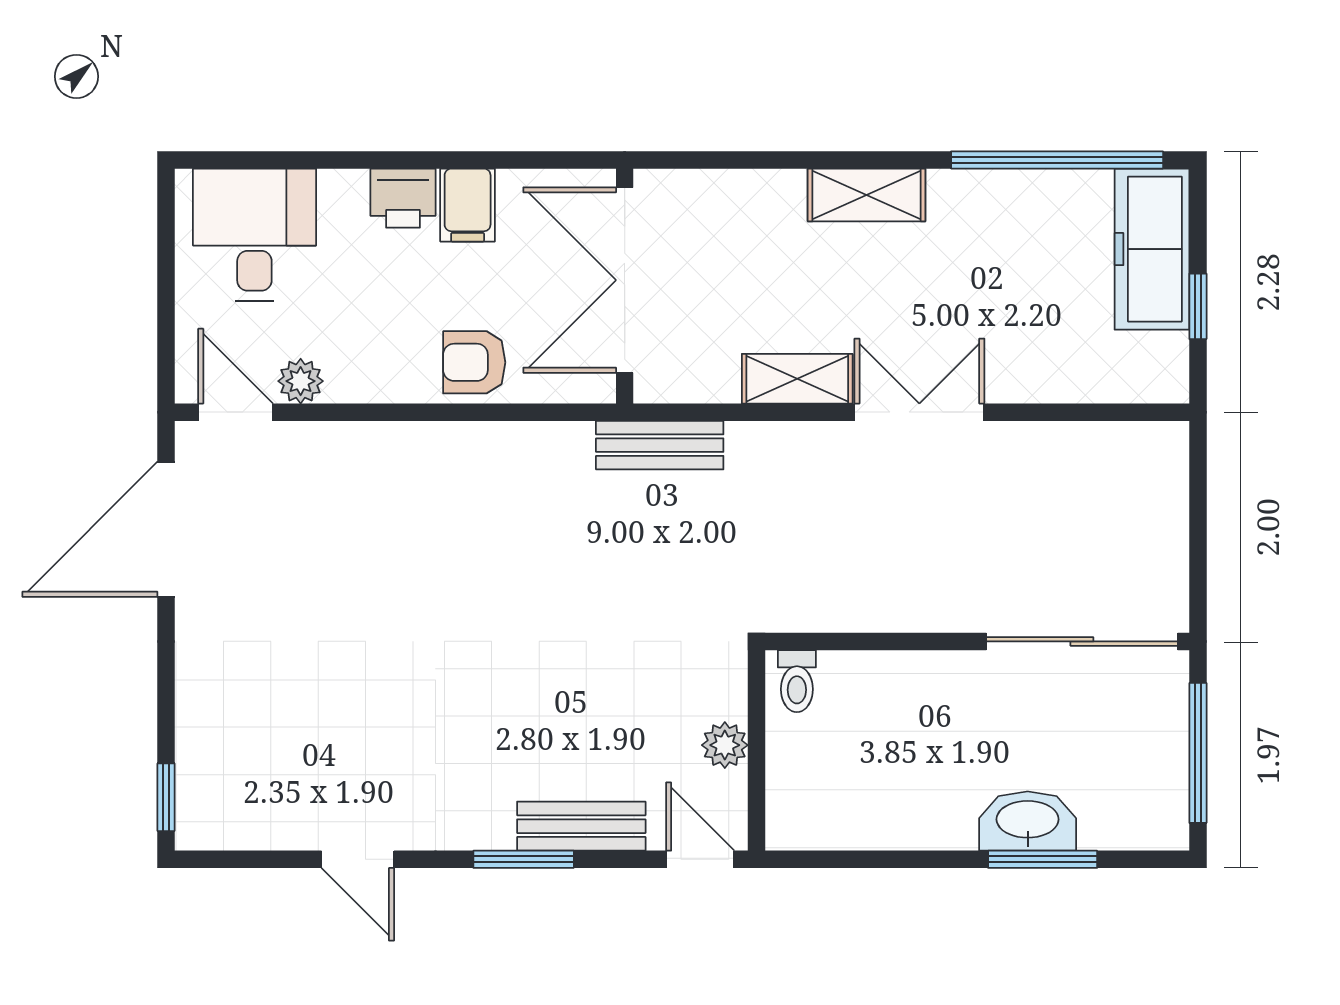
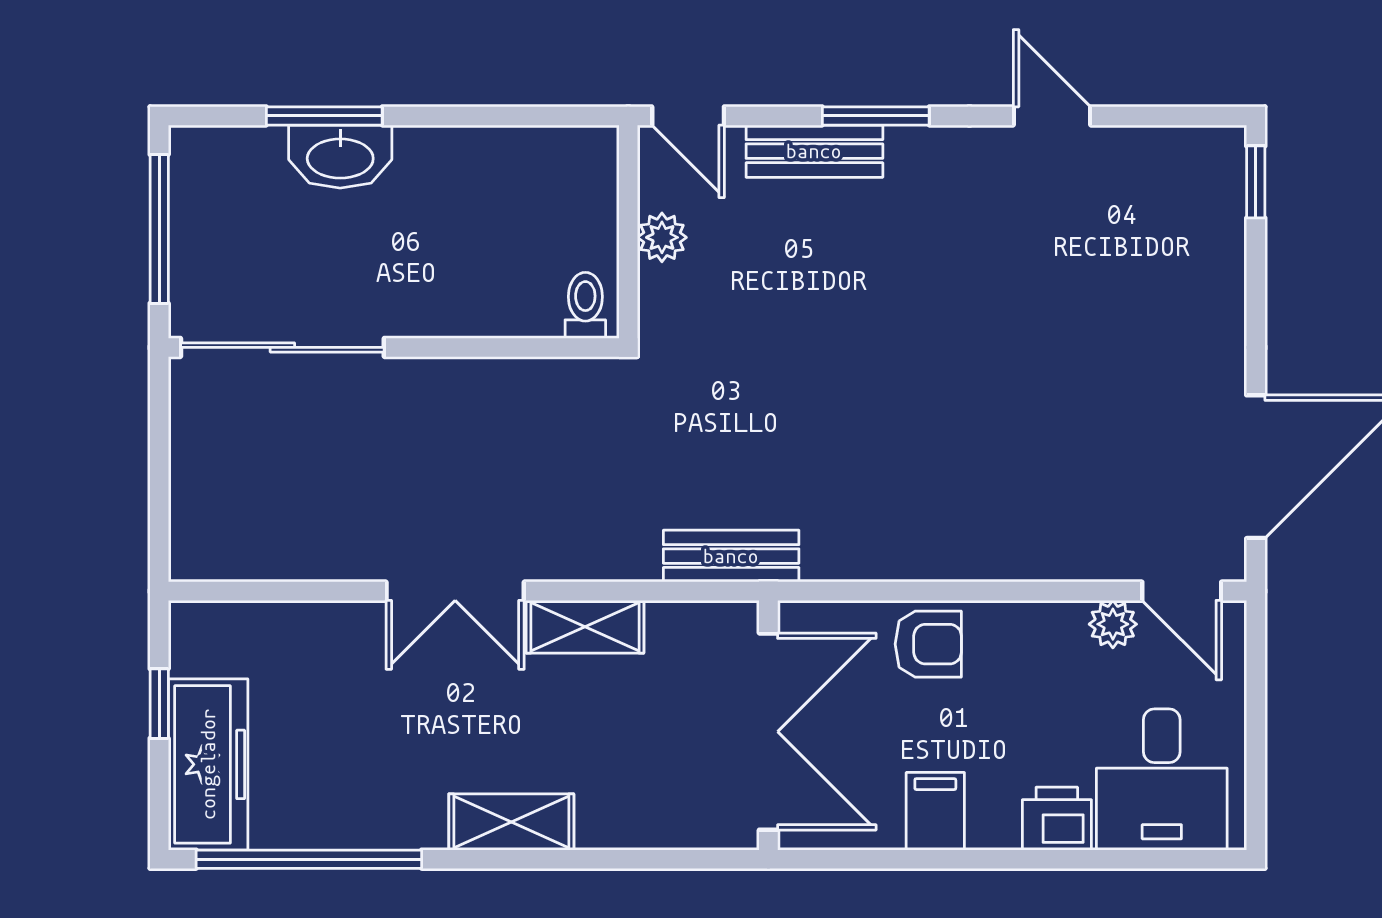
printer: (403, 198) -> (1057, 819), moved

